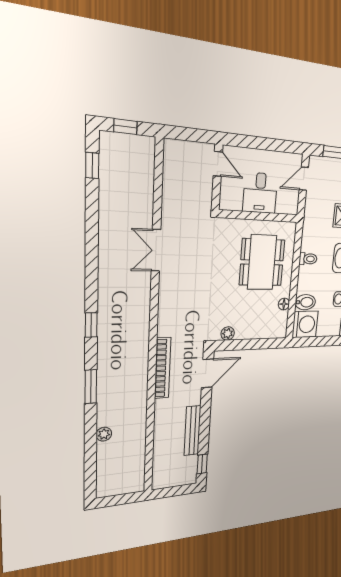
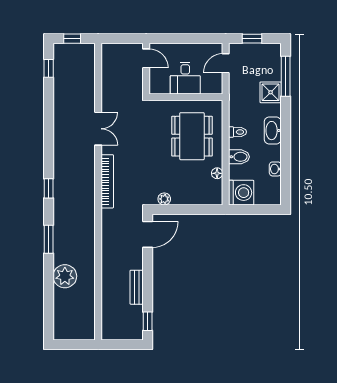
double door: (156, 250) -> (98, 129), swing flipped
bidet: (305, 302) -> (239, 157), moved
bookcase: (163, 368) -> (107, 181), moved
bench: (192, 431) -> (137, 287), width x0.73
plant: (104, 434) -> (65, 276), width x1.87, depth x1.87

